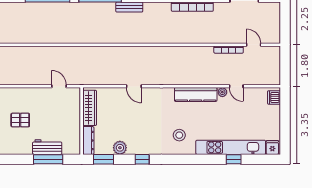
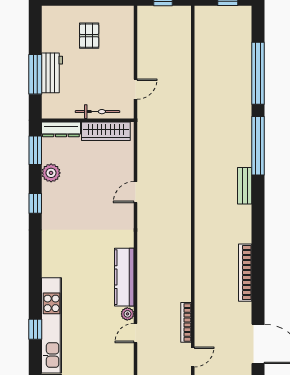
bicycle: (75, 114) -> (97, 112), added
stool: (179, 135) -> (68, 255), removed

